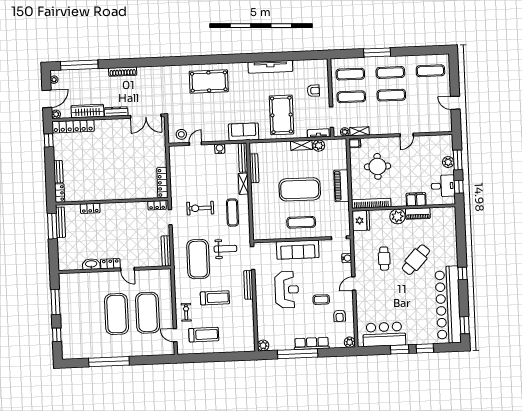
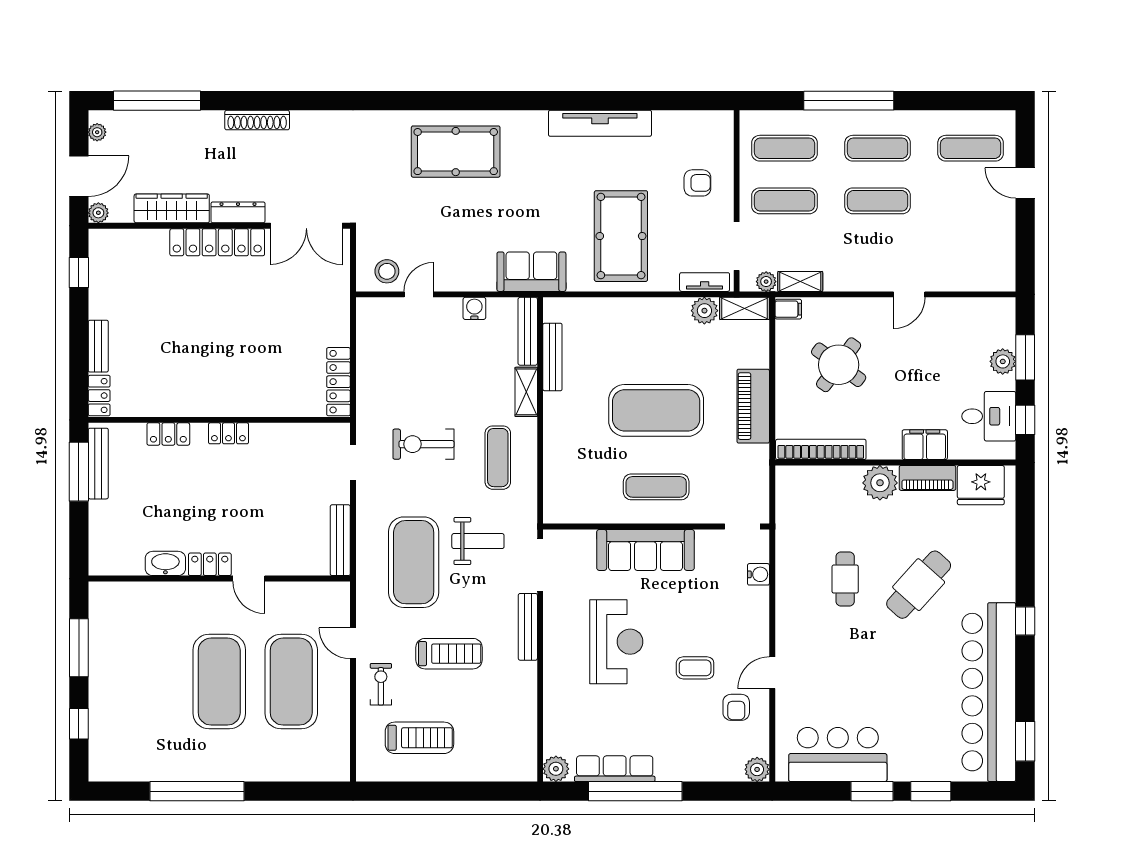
window: (377, 53) -> (849, 101), width x1.46
door: (455, 103) -> (1025, 183), moved
locker: (73, 126) -> (217, 242), moved
shelving: (301, 145) -> (745, 308), moved
round table: (378, 166) -> (839, 365), turned 36
locker: (157, 205) -> (228, 433), moved
fridge: (361, 221) -> (981, 485), moved, turned 90
door: (354, 284) -> (772, 673), moved
door: (175, 335) -> (353, 643), moved
row of seats: (312, 343) -> (615, 769), moved

